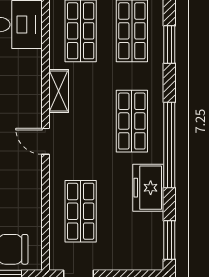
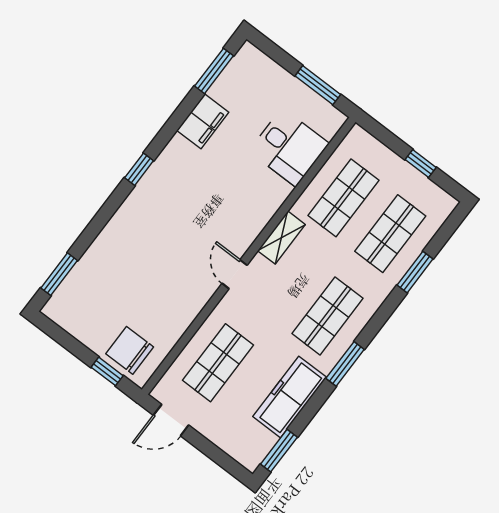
window: (169, 145) -> (345, 364), width x0.47
freezer: (148, 188) -> (290, 397), width x1.40

